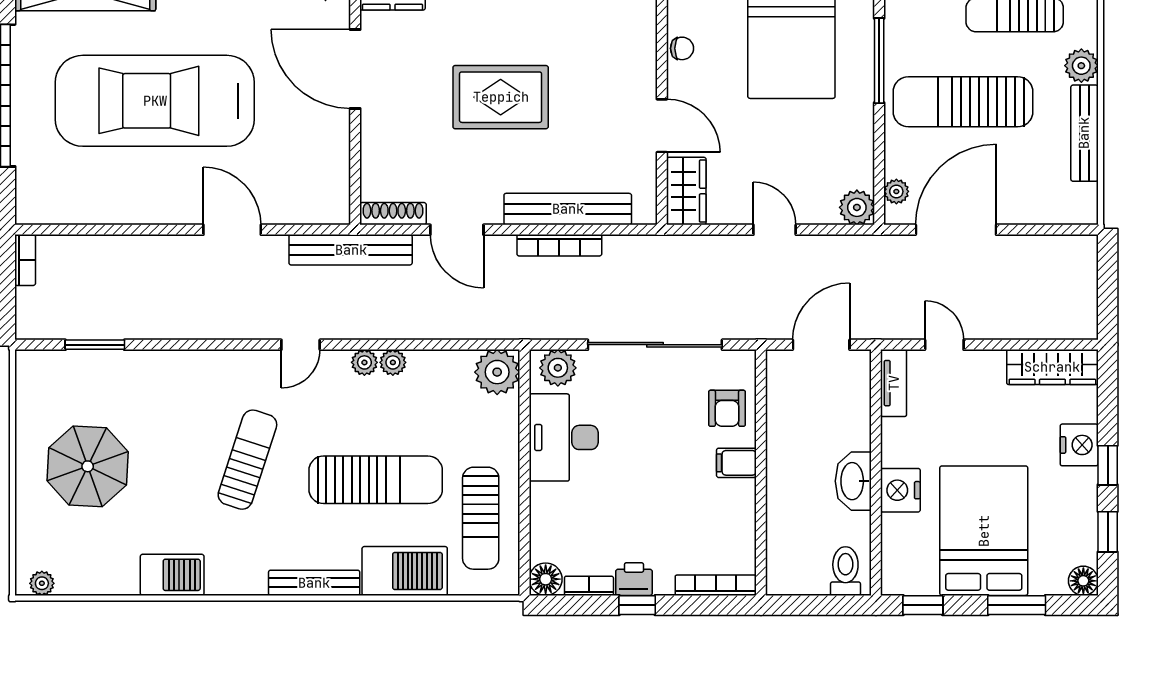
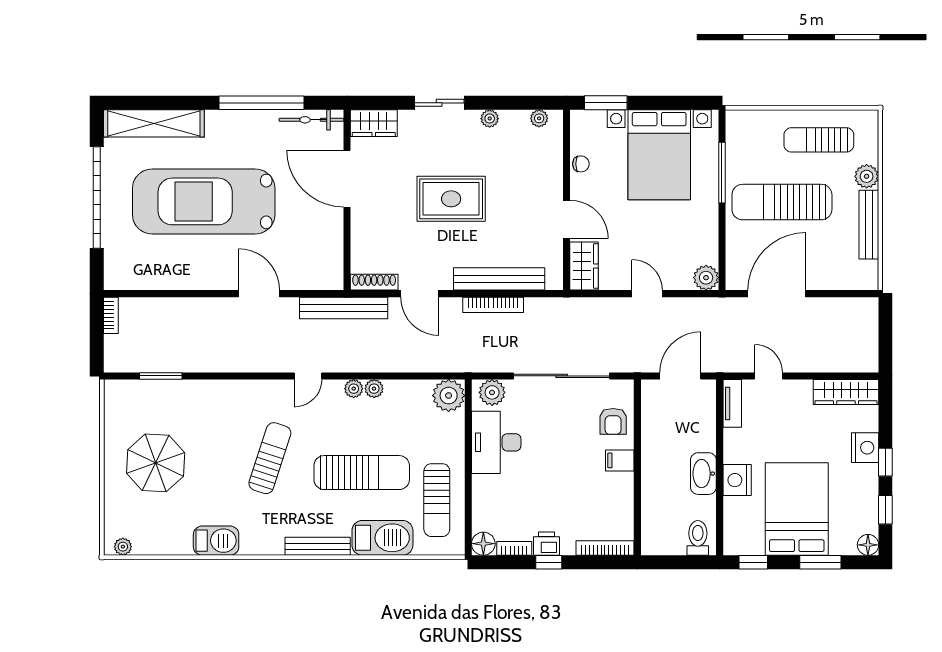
plant: (896, 191) -> (734, 266), removed

